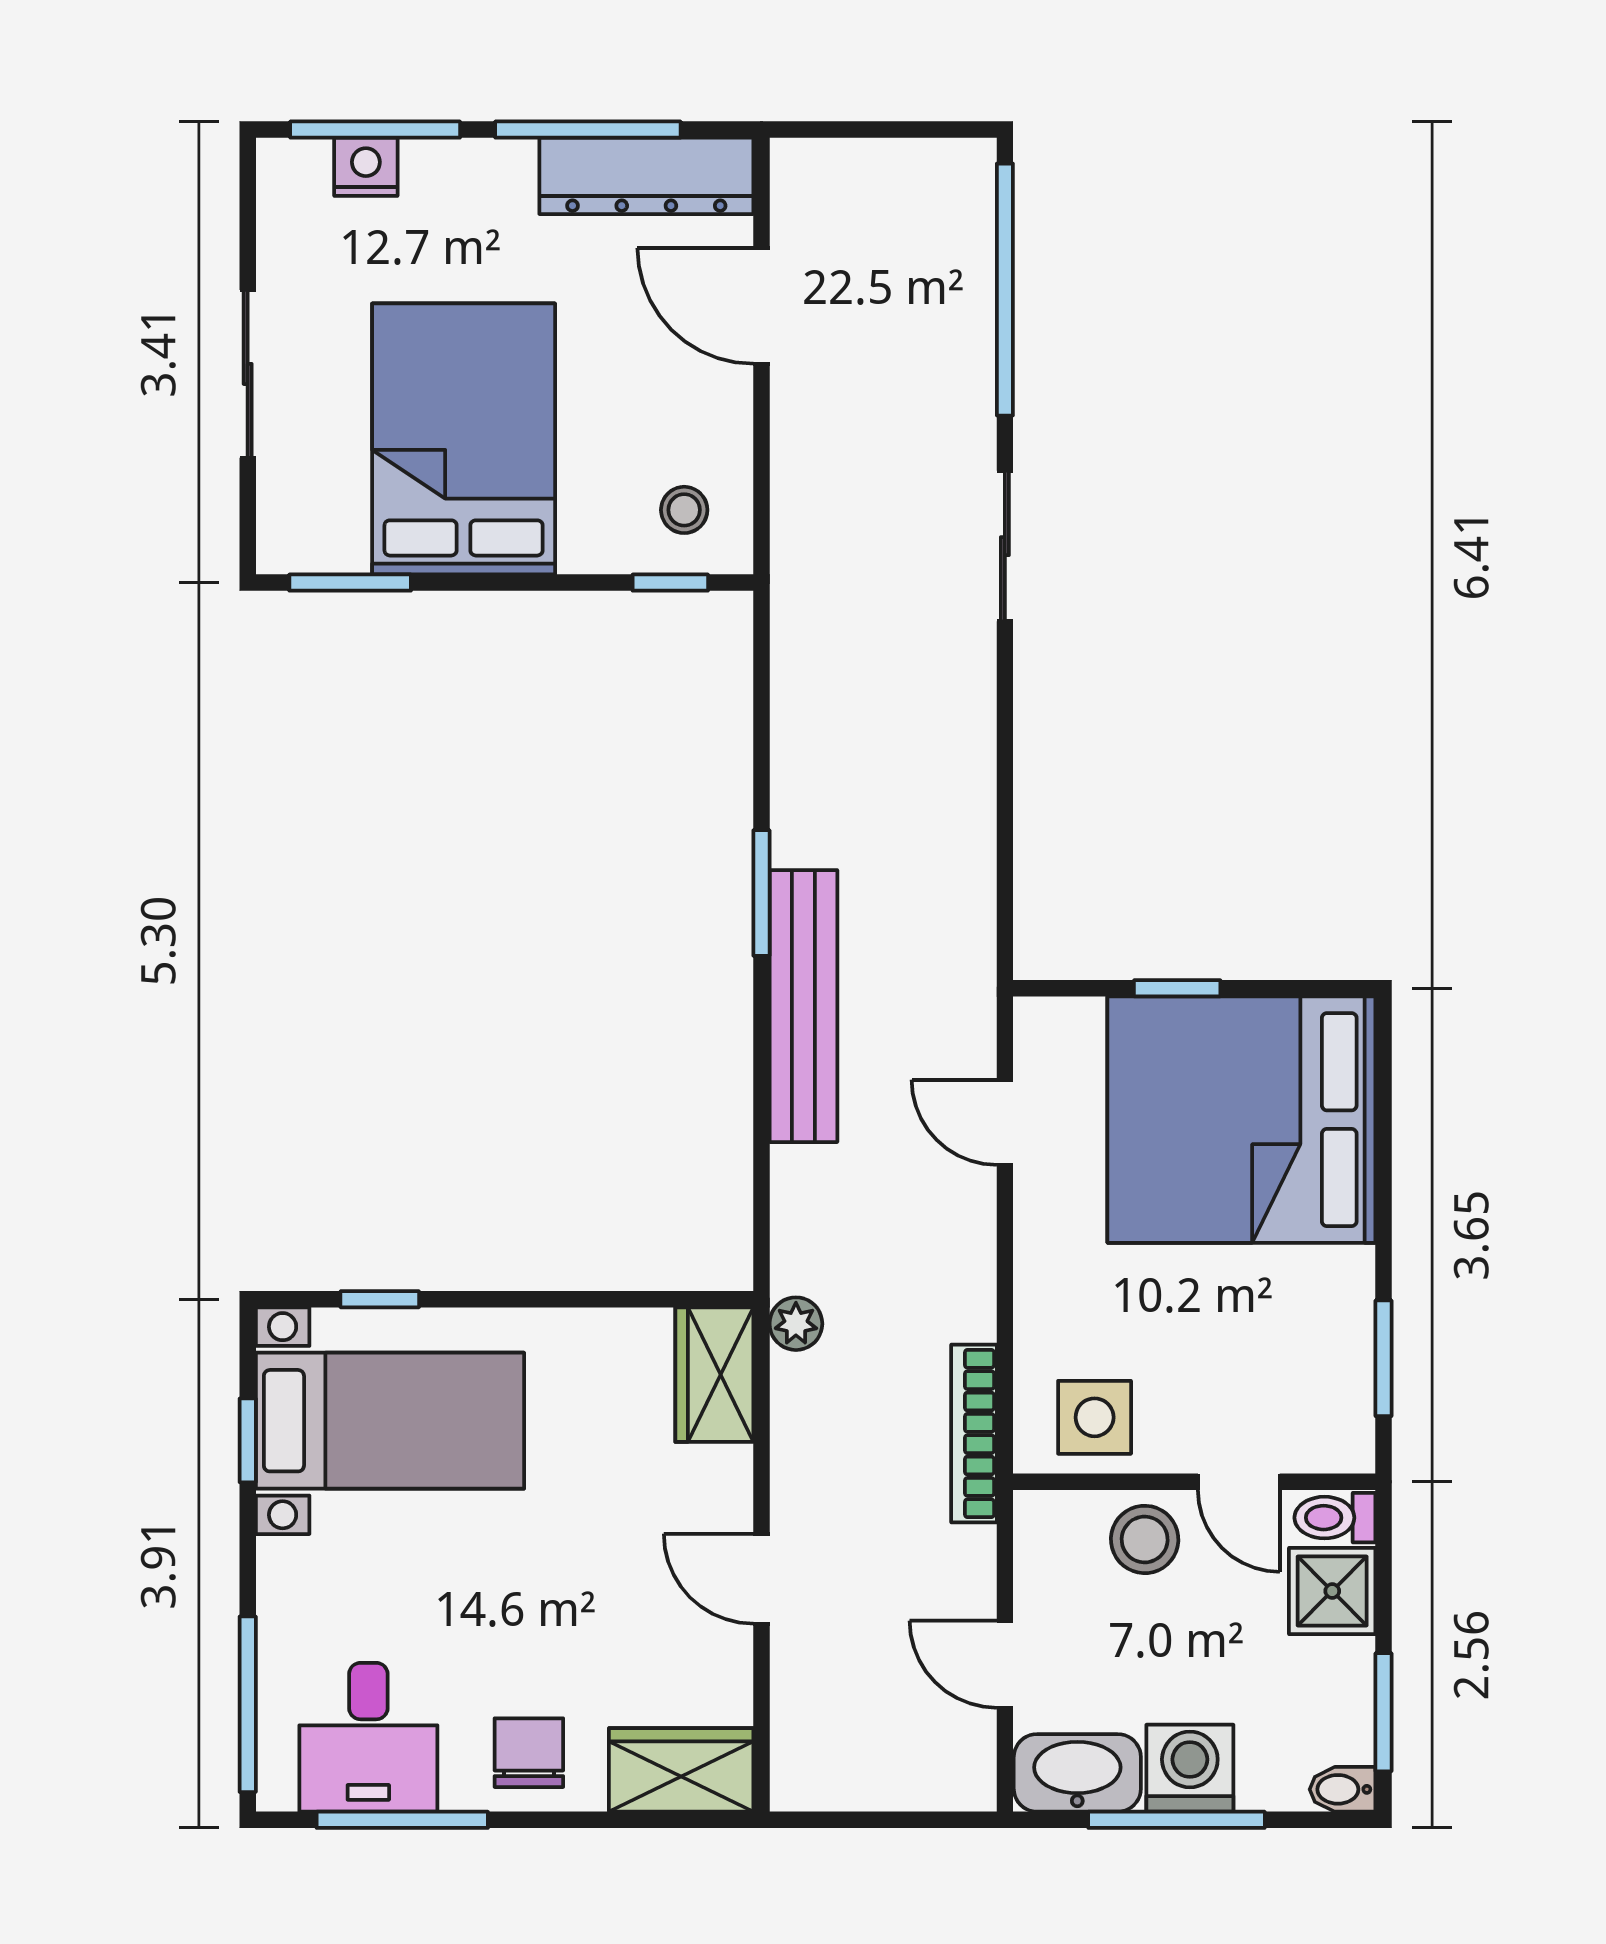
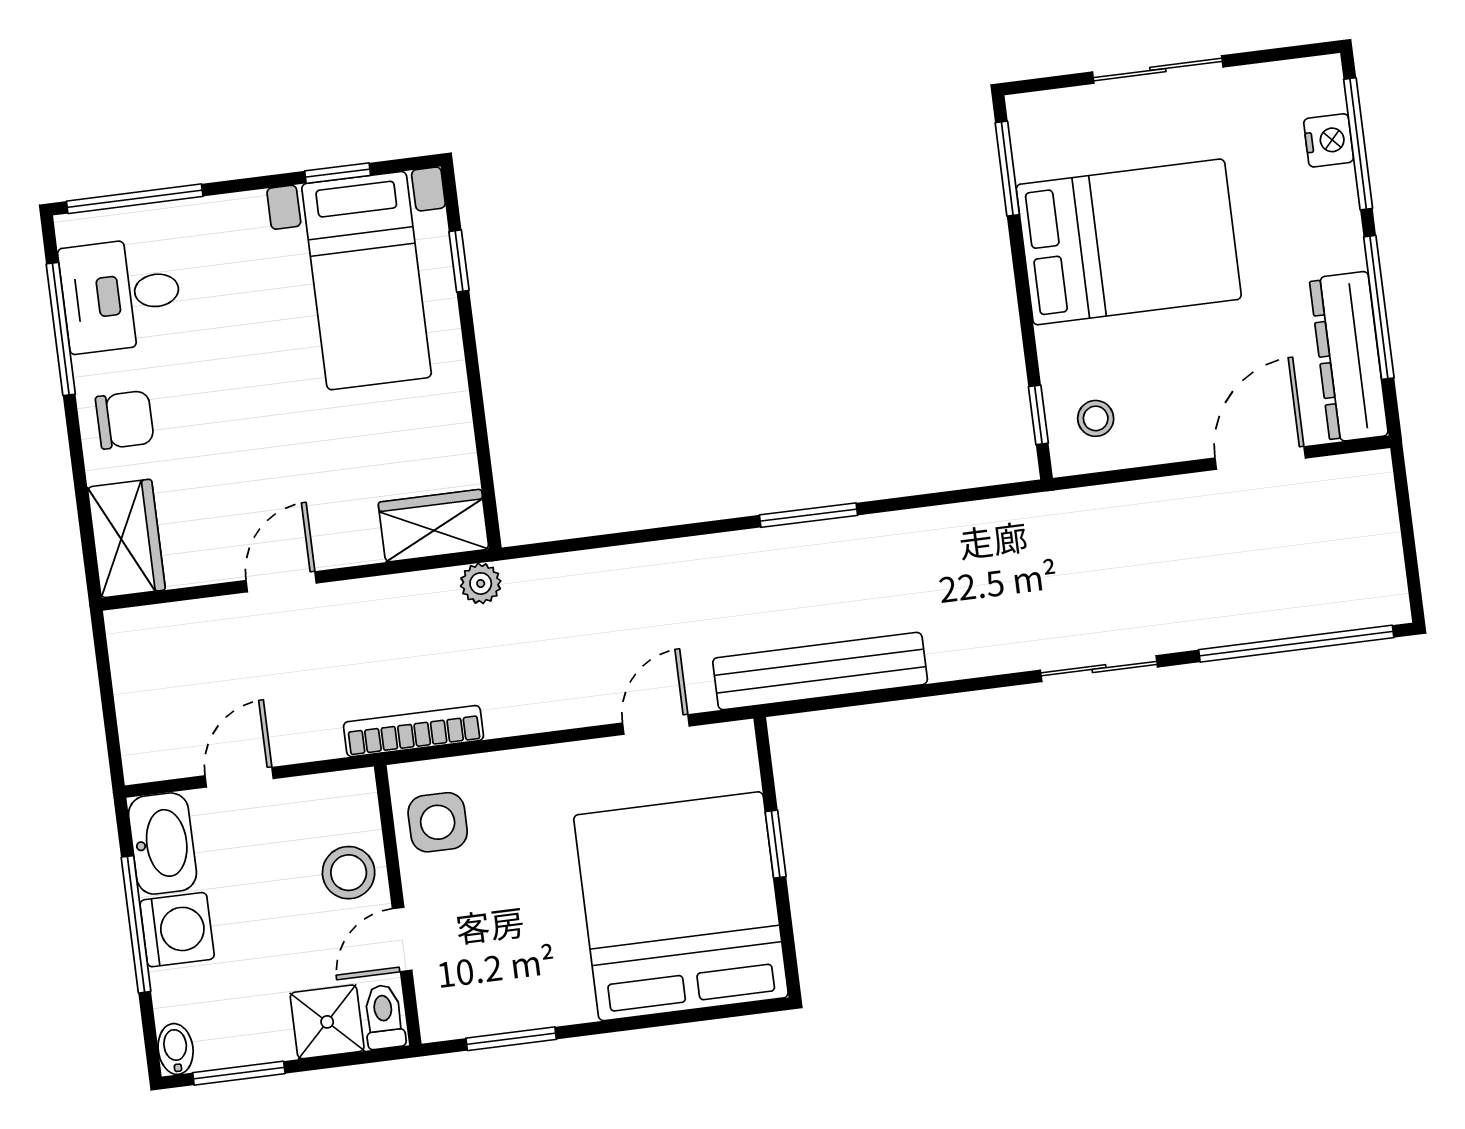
bench: (803, 1006) -> (820, 671), moved

